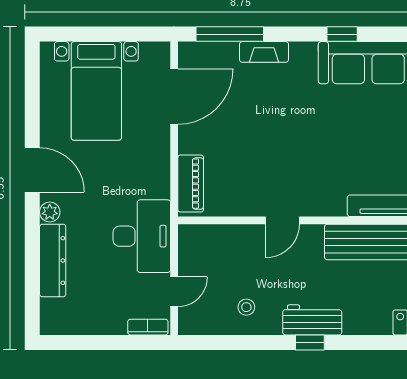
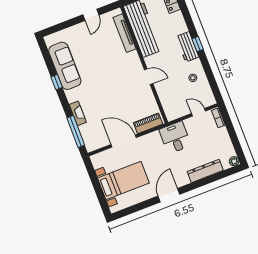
door: (174, 97) -> (124, 141), moved
plant: (50, 212) -> (234, 161), moved
desk: (142, 236) -> (175, 138), width x0.73

